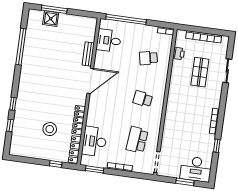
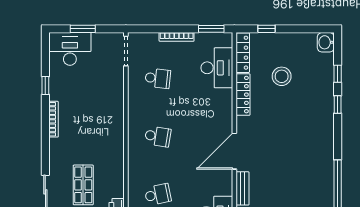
school desk: (137, 140) -> (158, 78), width x0.54
washbasin: (15, 149) -> (326, 42), added

